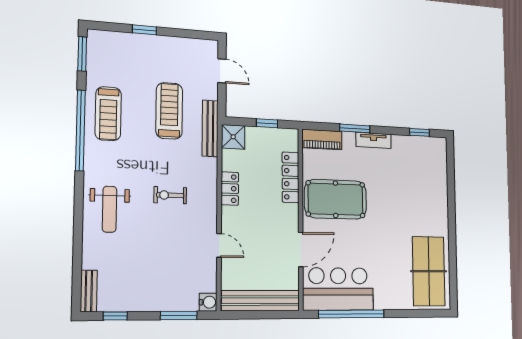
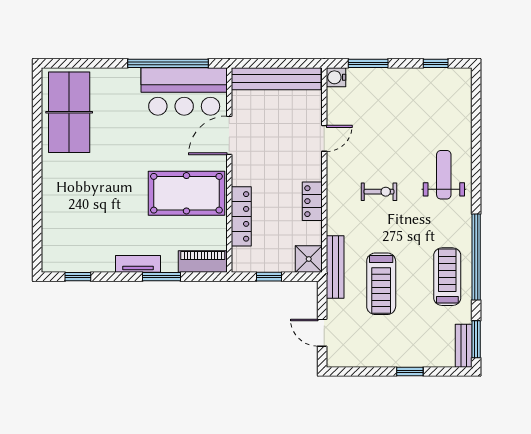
door: (219, 245) -> (324, 138), swing flipped
bench: (89, 291) -> (464, 346), moved

